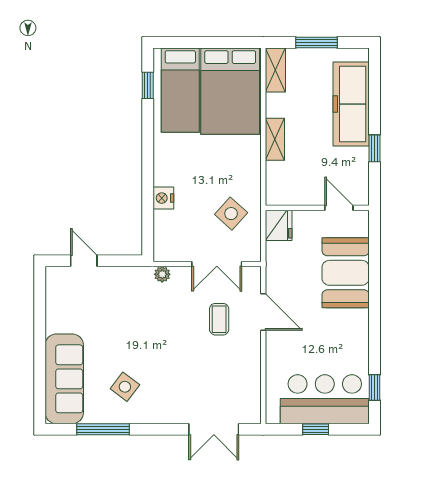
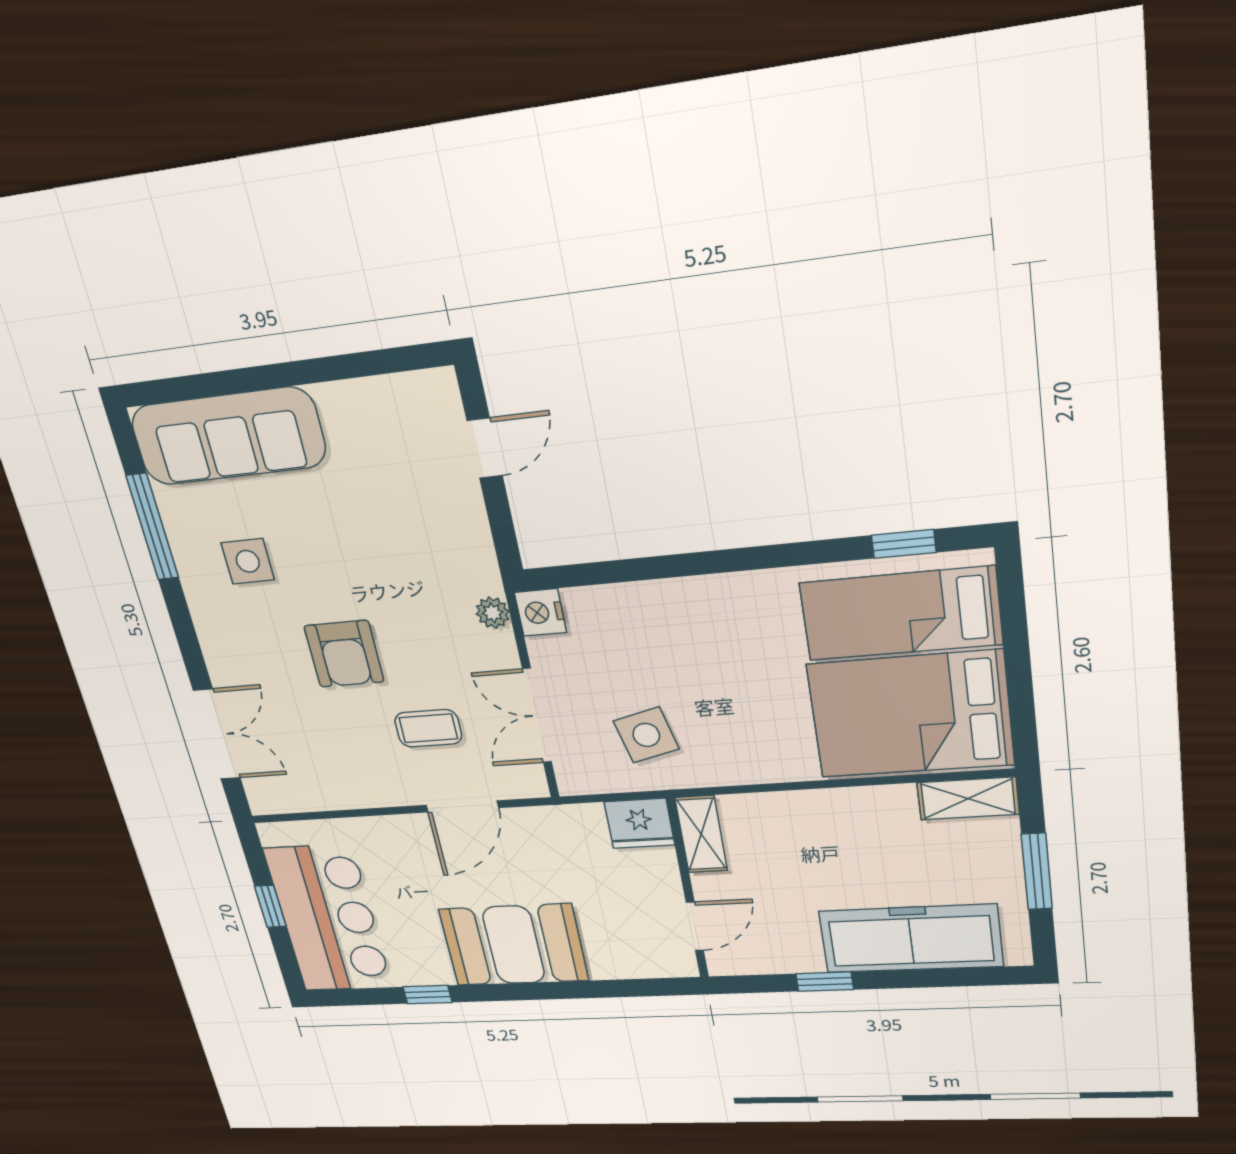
shelving: (275, 139) -> (701, 834), moved, turned 90
nightstand: (163, 198) -> (540, 612), moved, turned -90
side table: (231, 214) -> (646, 735), turned 34
booth: (346, 273) -> (514, 945), moved
armchair: (176, 352) -> (344, 654), added
side table: (125, 387) -> (248, 561), turned -37
window: (375, 388) -> (427, 995), moved
double door: (214, 429) -> (217, 734), swing flipped

